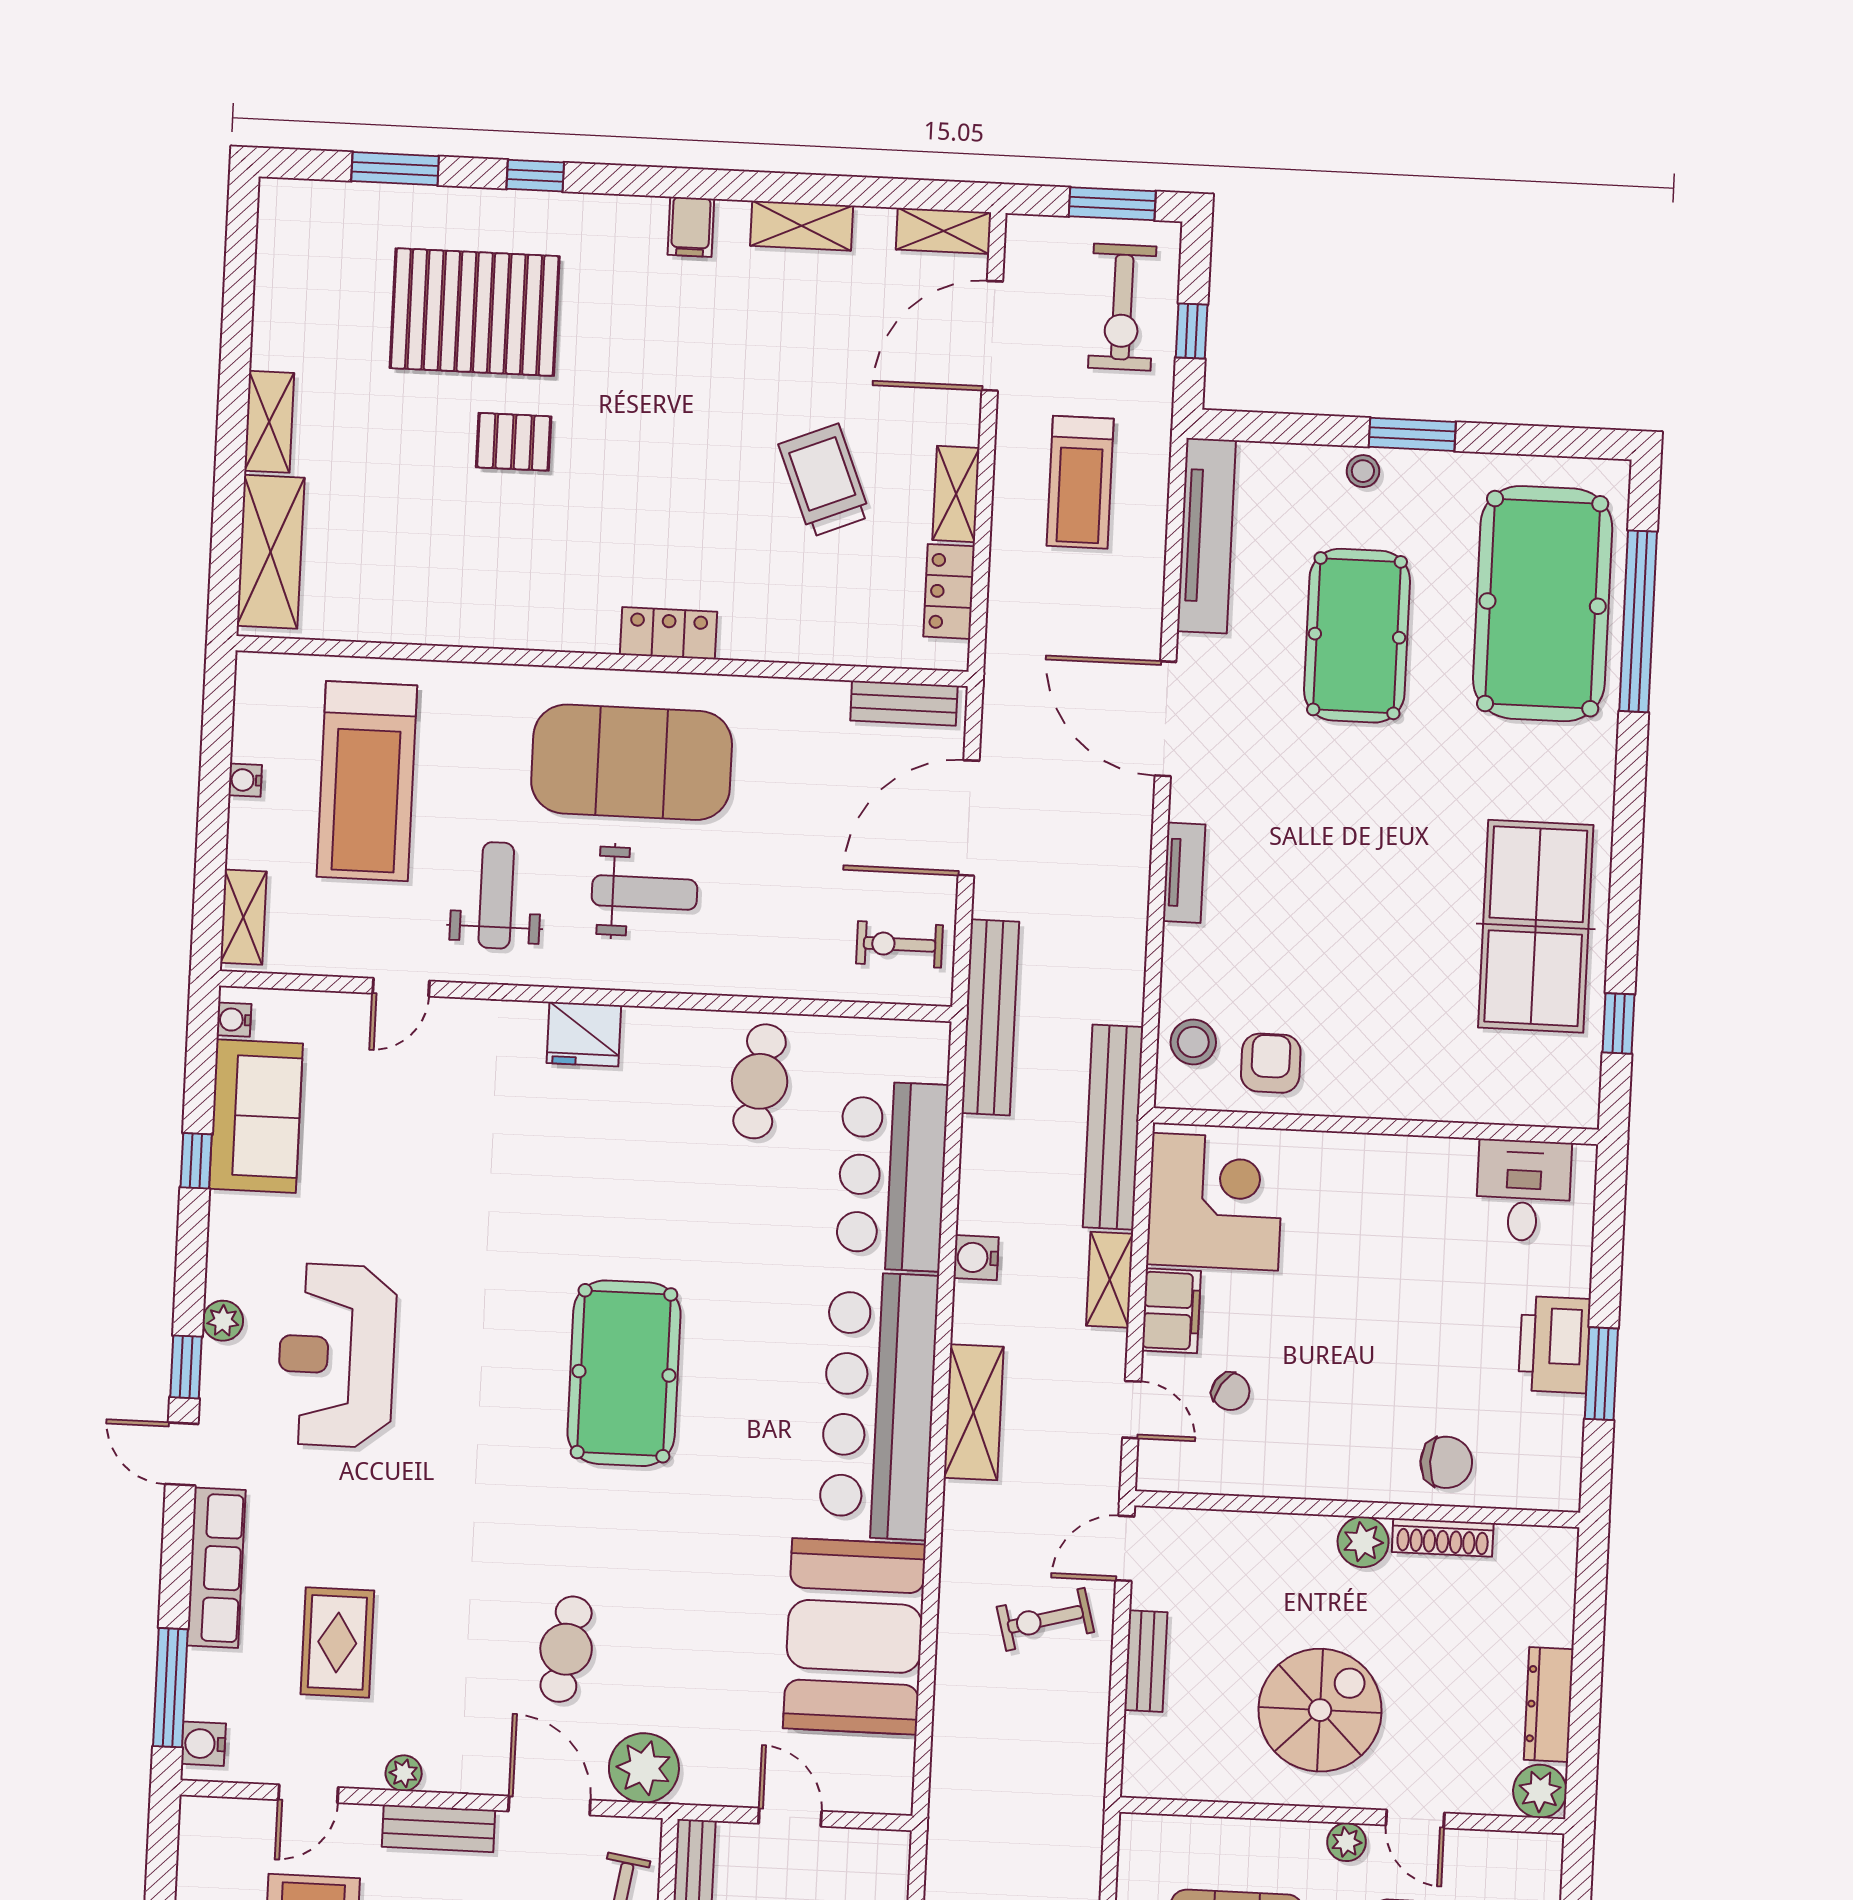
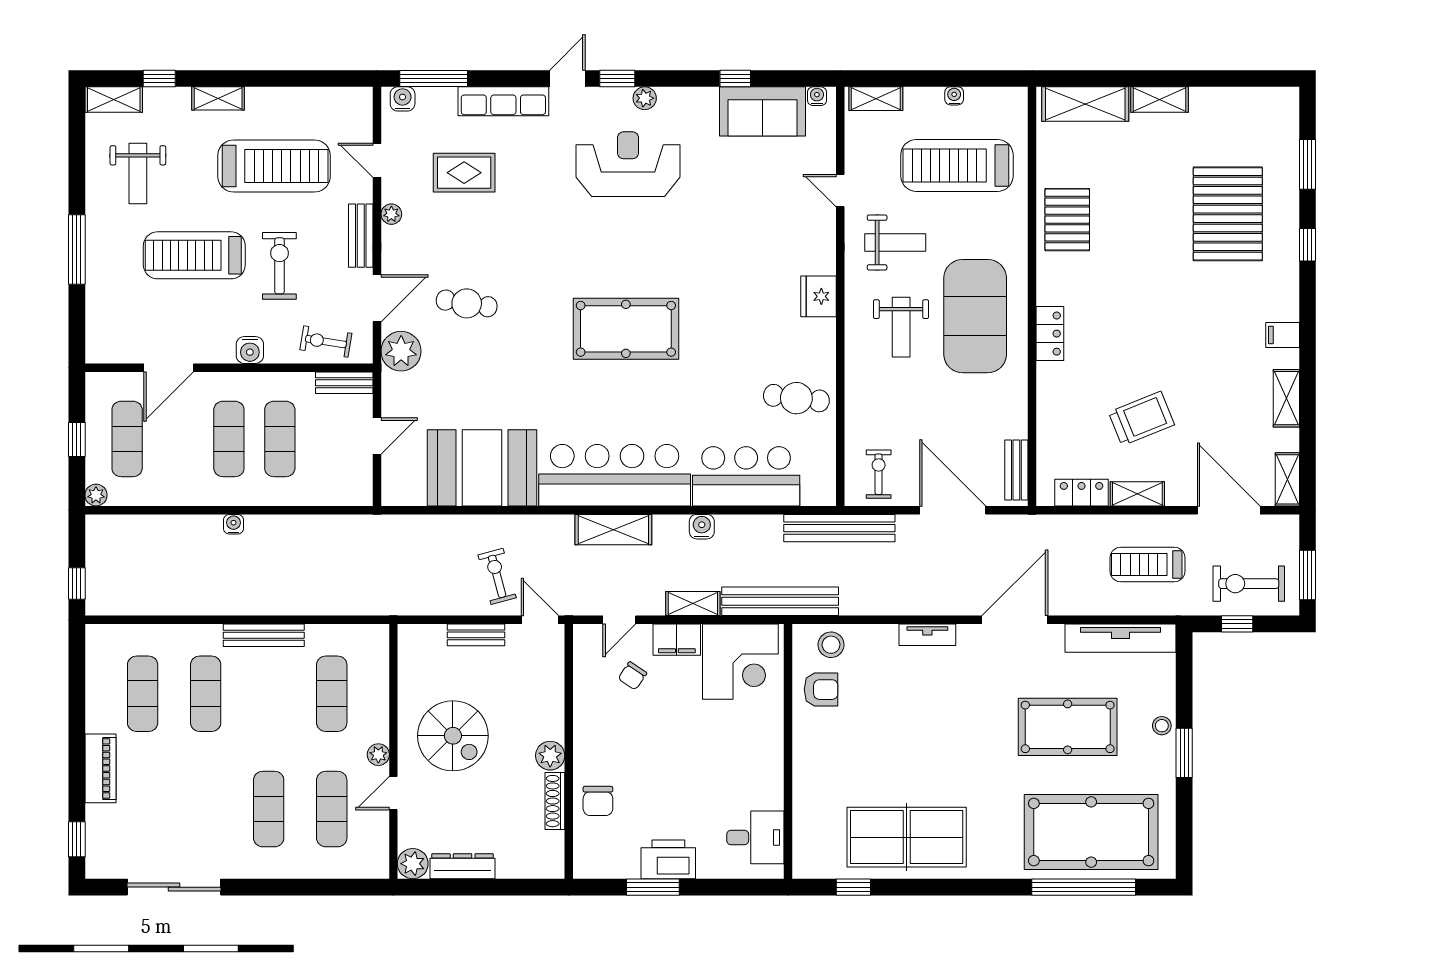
pallet: (514, 442) -> (1067, 220), moved, width x1.50, depth x1.42

